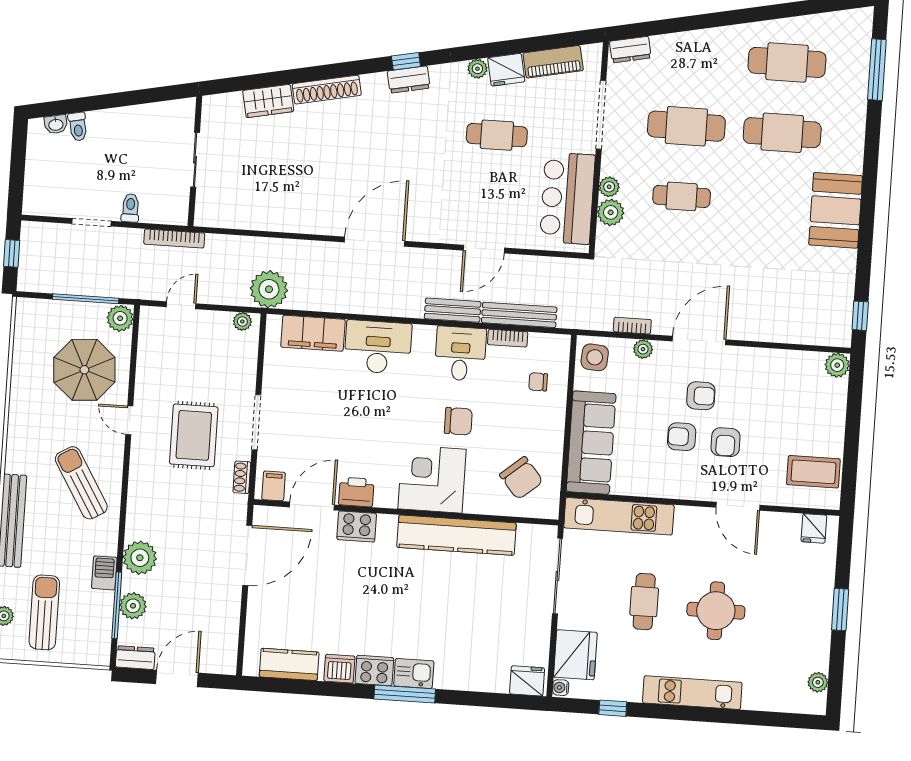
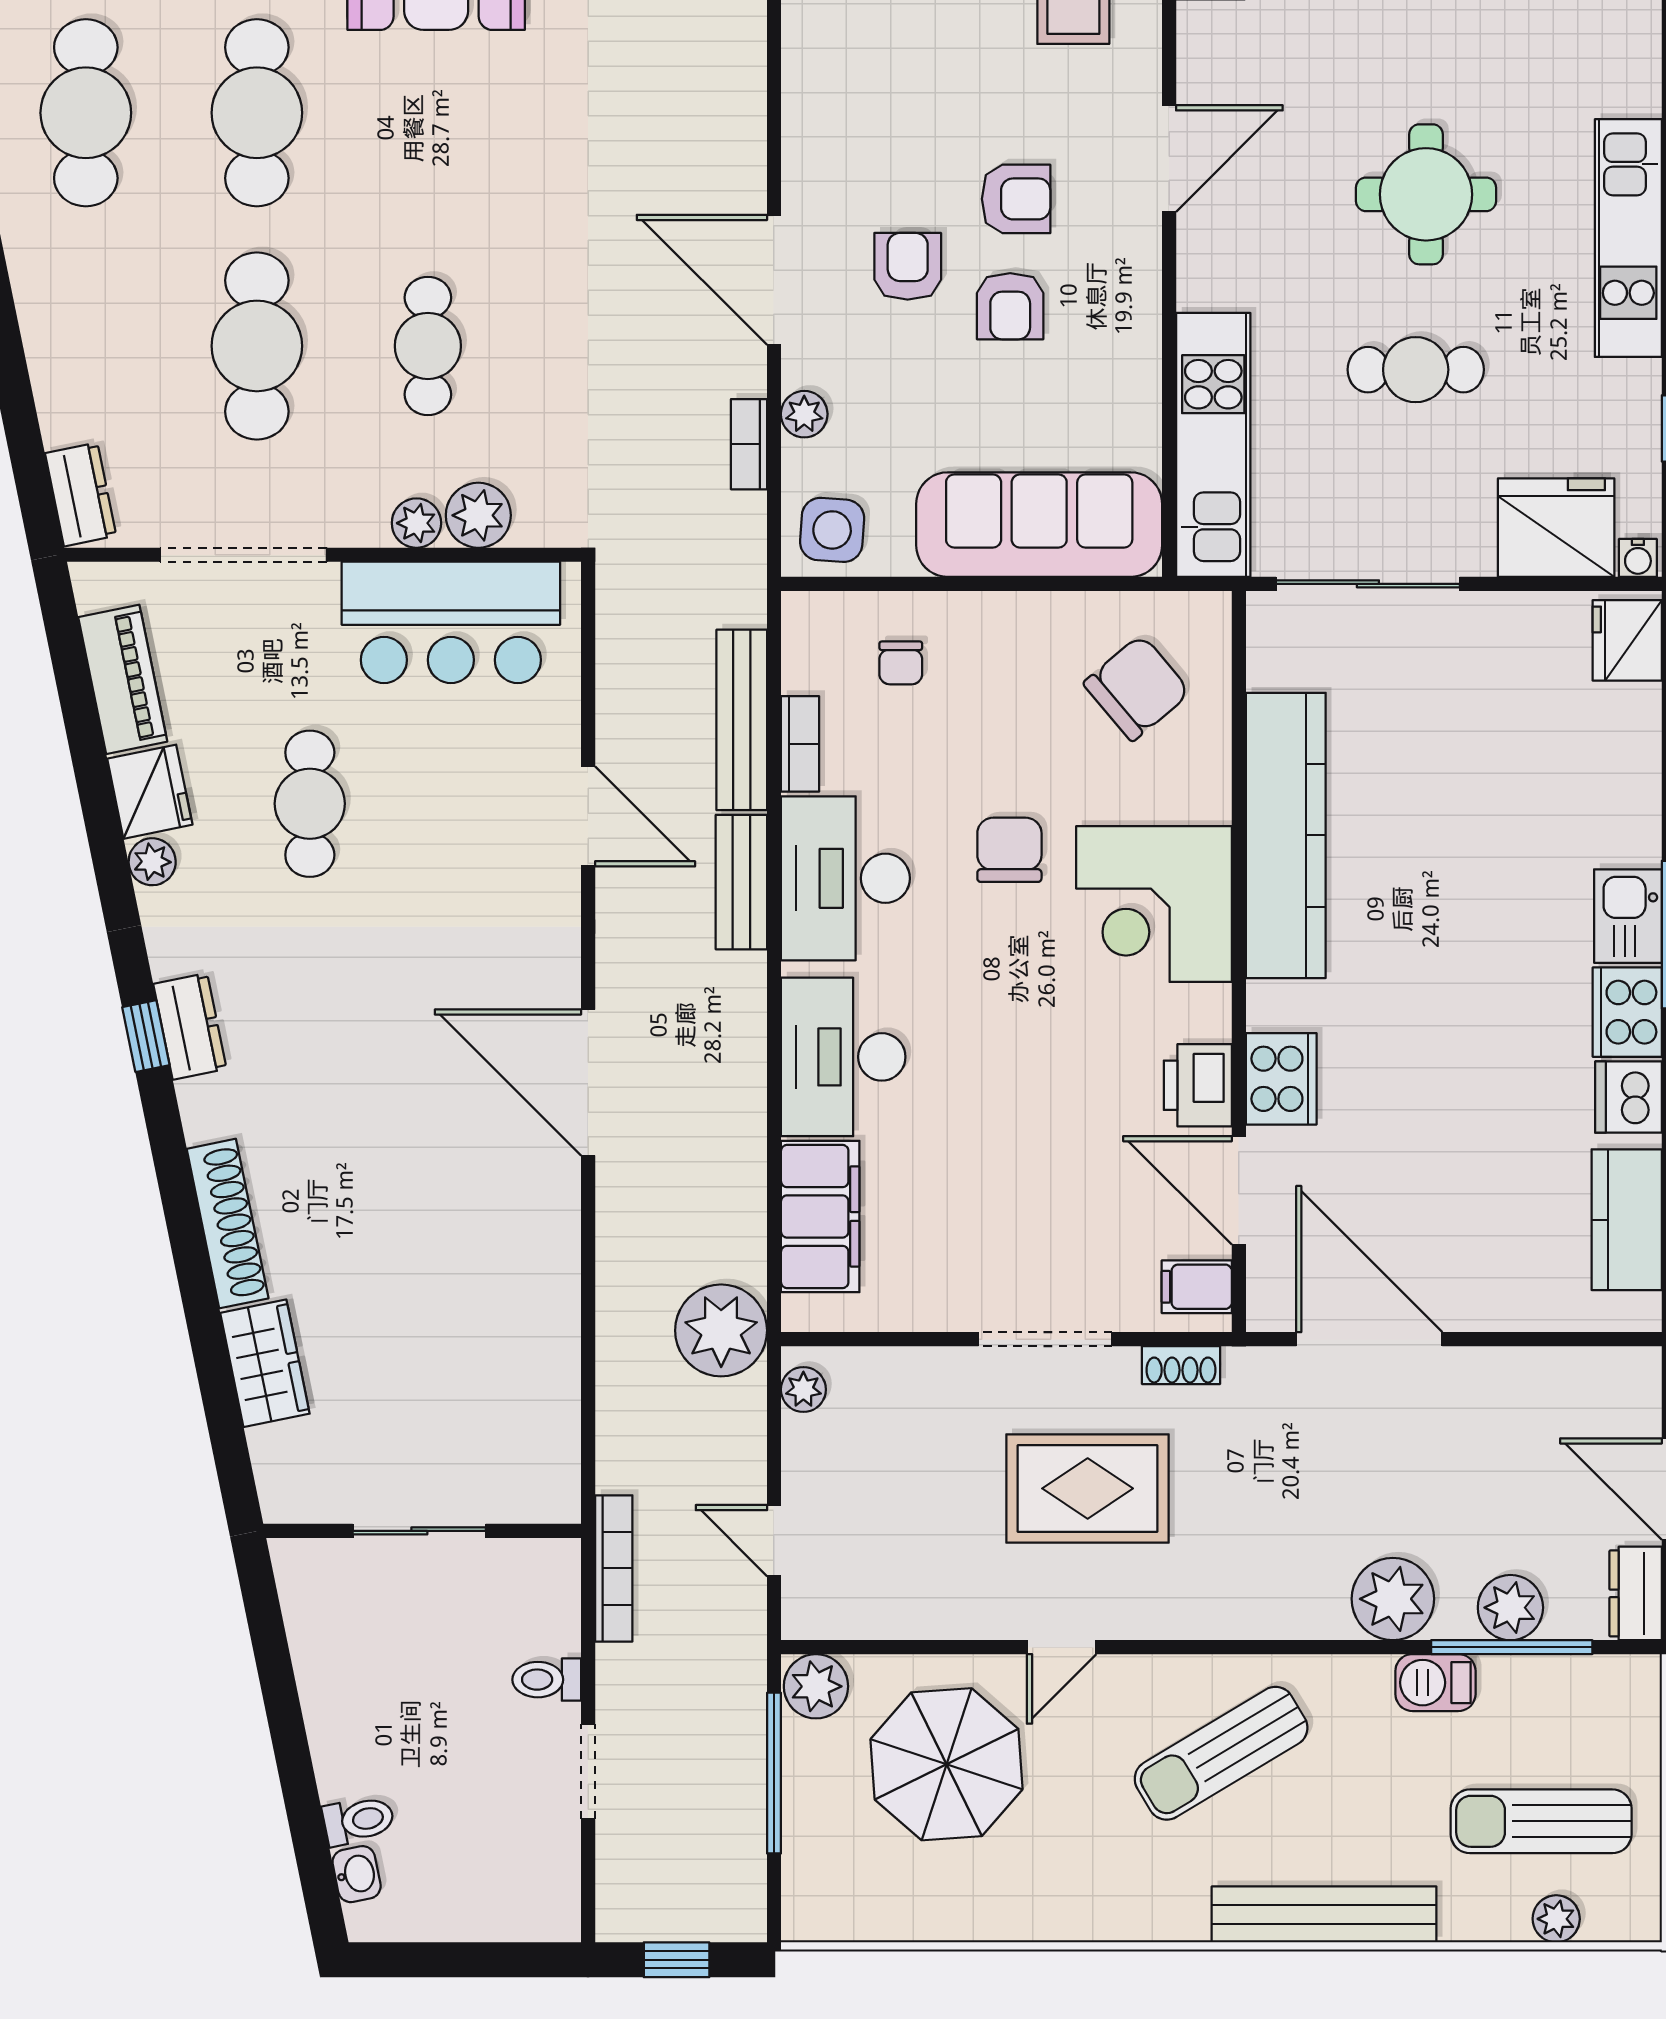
desk: (460, 354) -> (845, 878), width x1.37

